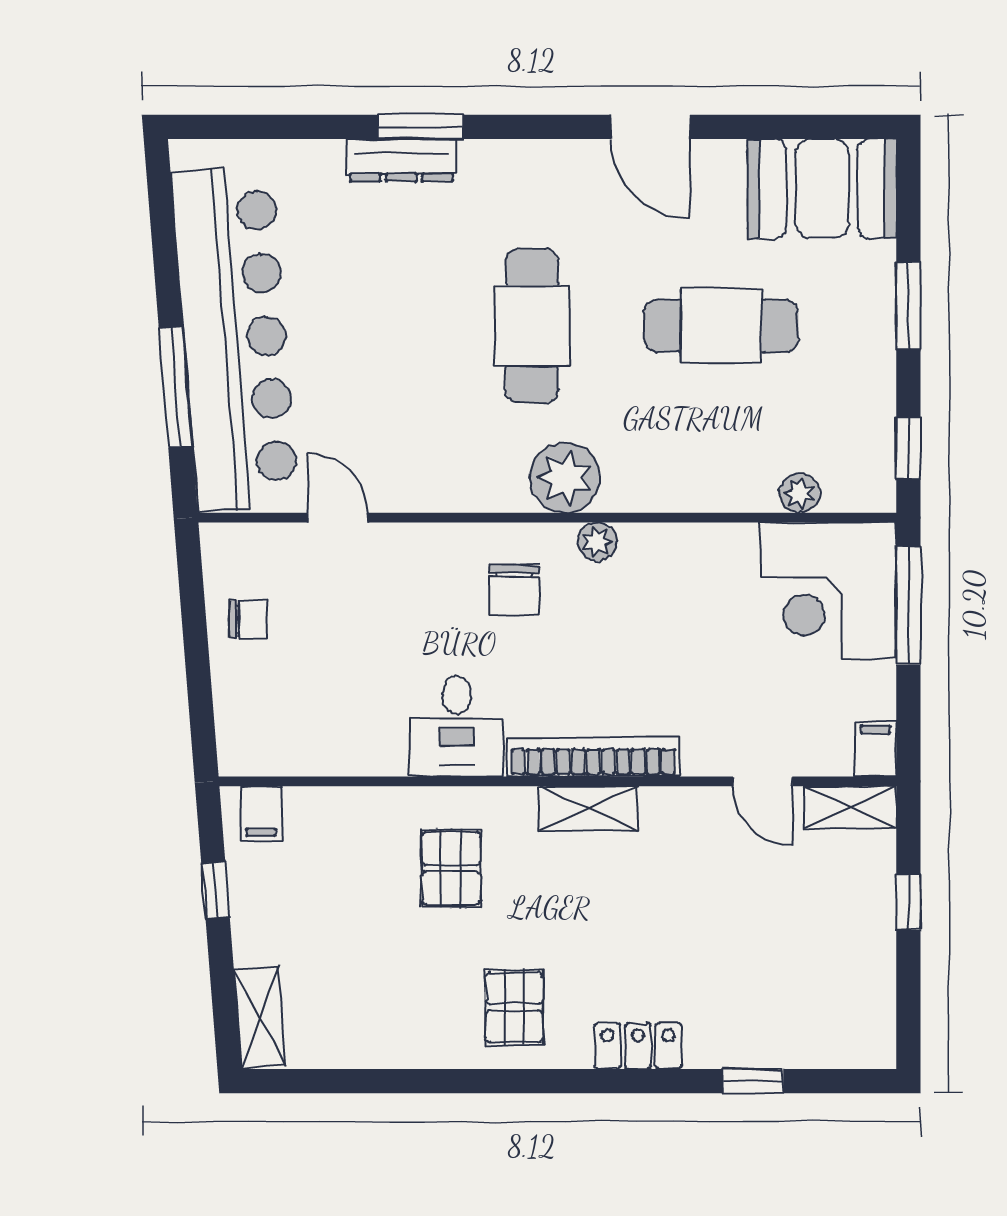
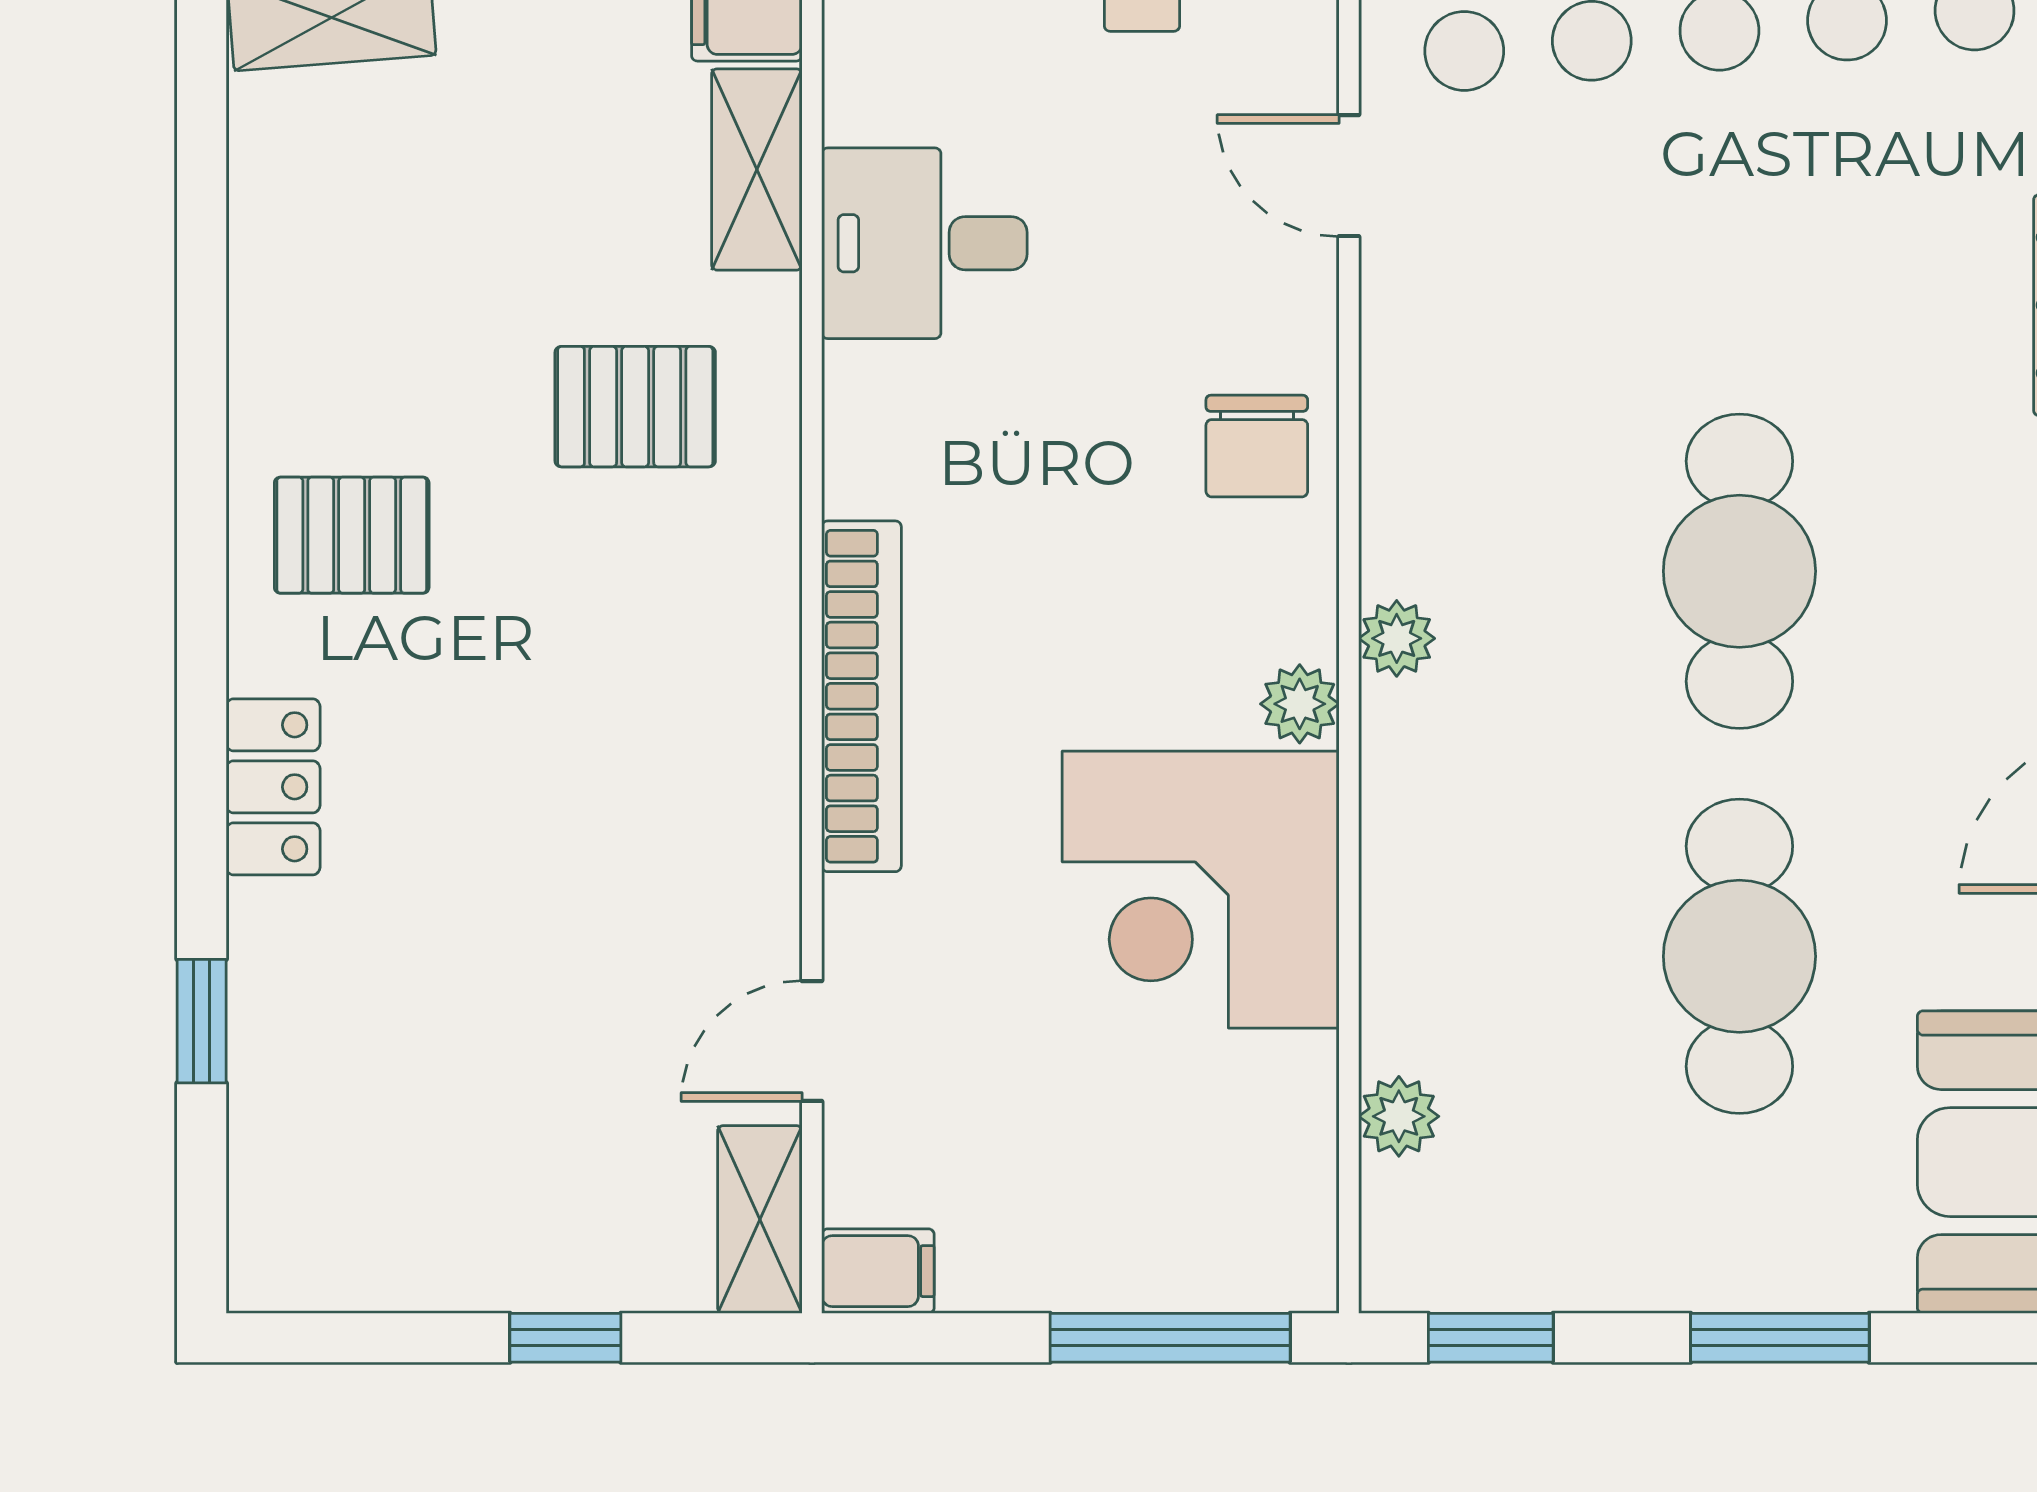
cafe table: (532, 326) -> (1739, 571), turned 90
plant: (565, 478) -> (1397, 638), width x0.53, depth x0.53
door: (338, 518) -> (1349, 176), swing flipped
chair: (514, 590) -> (1257, 446), moved, turned -90
corner desk: (828, 590) -> (1201, 890), moved, turned -90
desk: (457, 726) -> (924, 243), moved
shelving: (588, 808) -> (757, 169), moved

